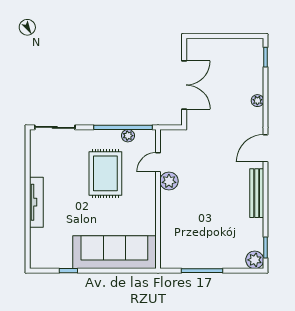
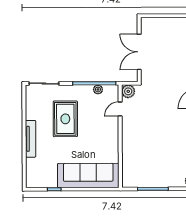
double door: (184, 85) -> (139, 52), swing flipped
rug: (105, 173) -> (65, 119), moved
plant: (169, 181) -> (128, 91), moved

